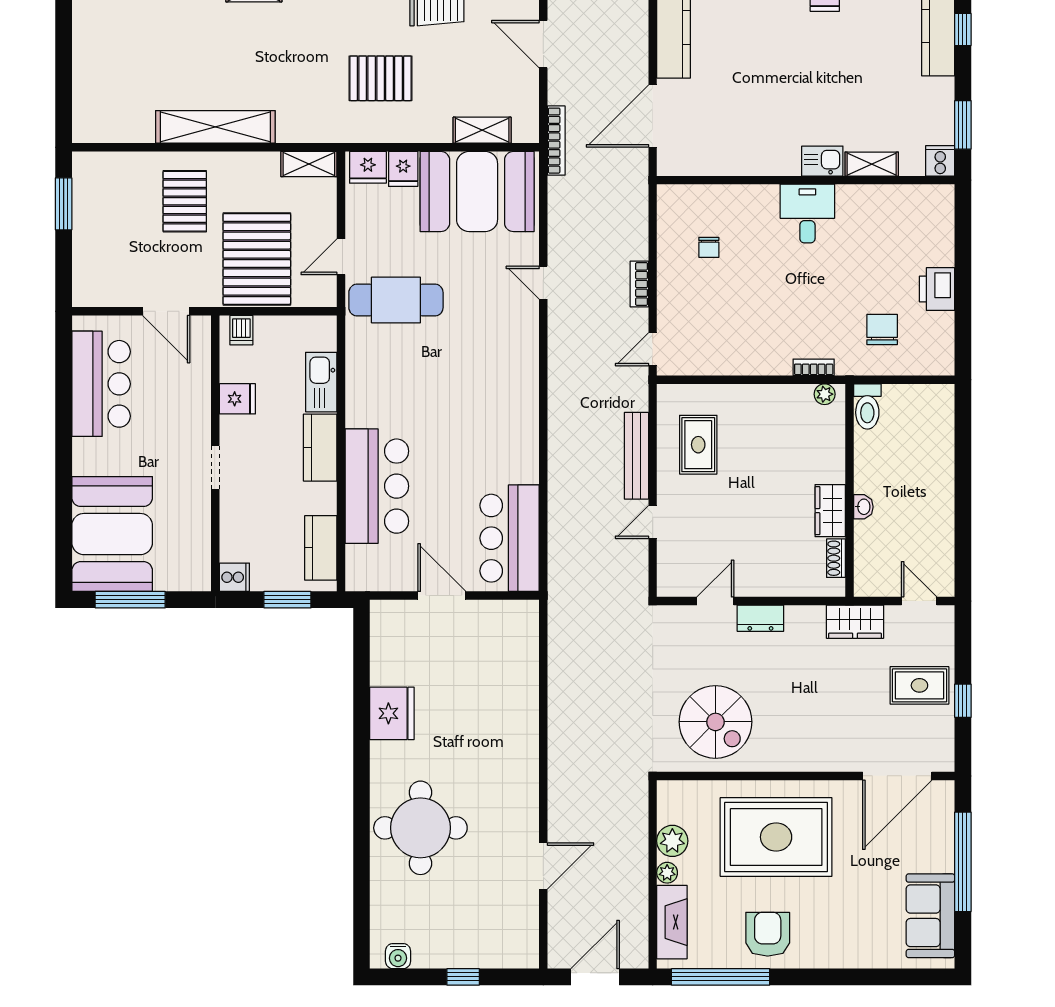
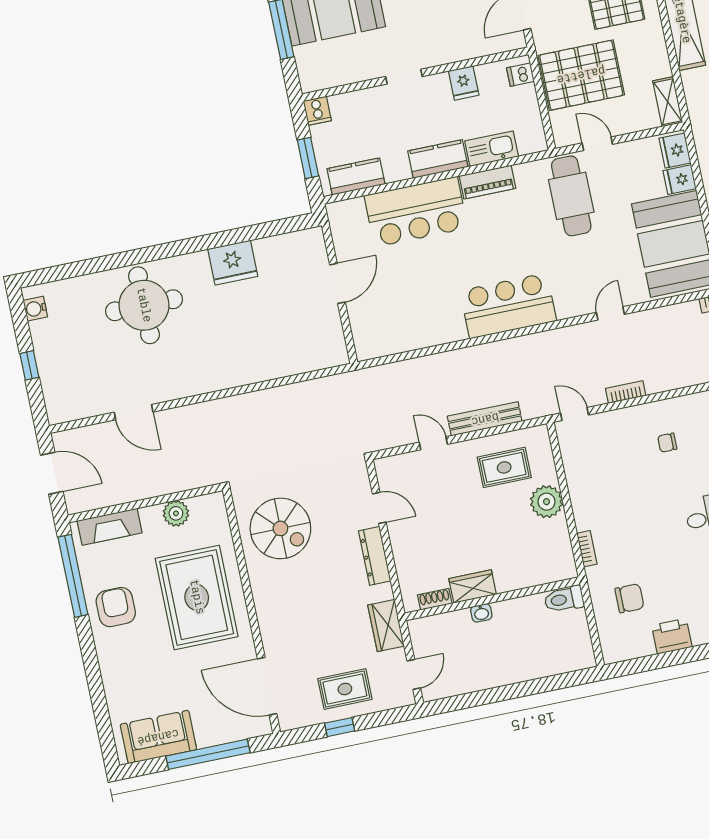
plant: (825, 394) -> (547, 502), moved, width x1.87, depth x1.87
piano: (359, 395) -> (487, 182), added
bar counter: (510, 538) -> (508, 306), moved
dresser: (760, 618) -> (375, 556), width x1.44
rug: (919, 685) -> (345, 689), turned 90
spiral stairs: (715, 722) -> (280, 528), turned -90
plant: (667, 873) -> (149, 514), removed
armchair: (768, 934) -> (116, 607), turned -90

